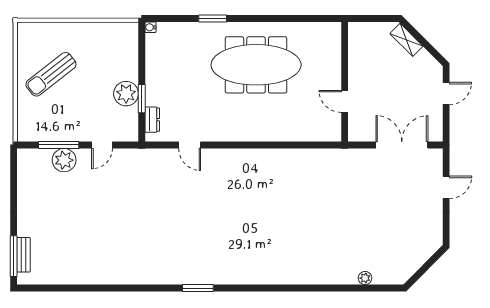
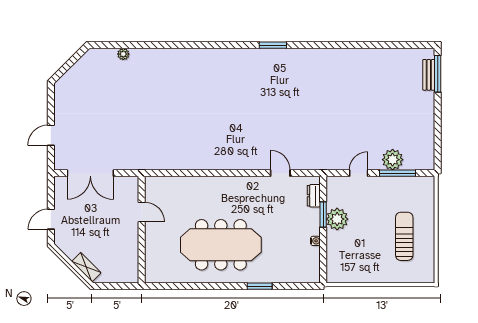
water cooler: (150, 27) -> (315, 241), moved
sun lounger: (51, 74) -> (404, 236), turned -52

